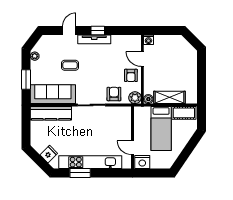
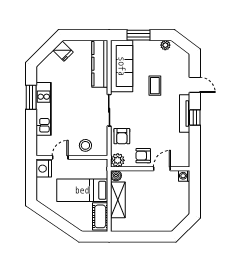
armchair: (114, 94) -> (122, 136), turned 90
stool: (122, 126) -> (85, 145), added
fridge: (49, 154) -> (63, 51), moved
kitchen unit: (90, 162) -> (44, 109), width x0.73

